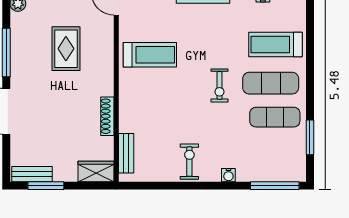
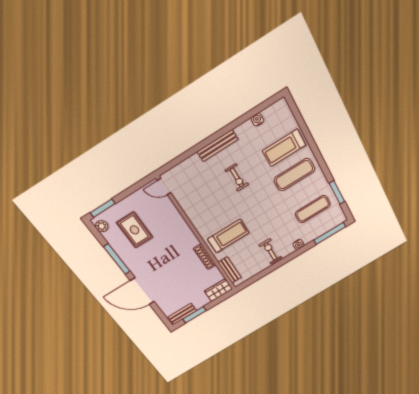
rug: (66, 49) -> (135, 230), moved
treadmill: (150, 55) -> (228, 236), moved
exercise bike: (219, 85) -> (237, 177), moved
exercise mat: (275, 117) -> (313, 209), moved

